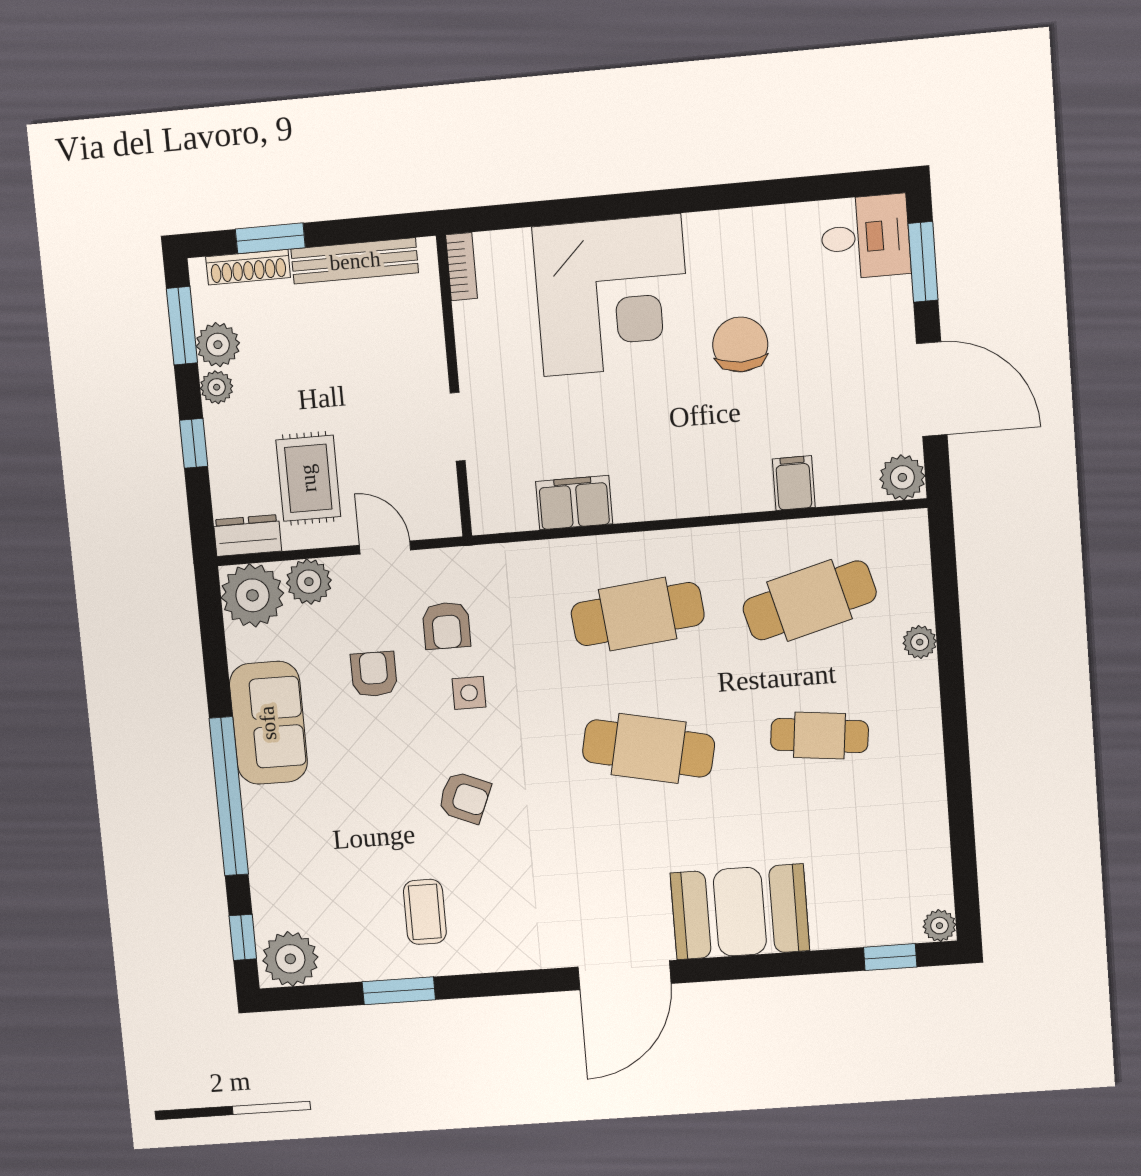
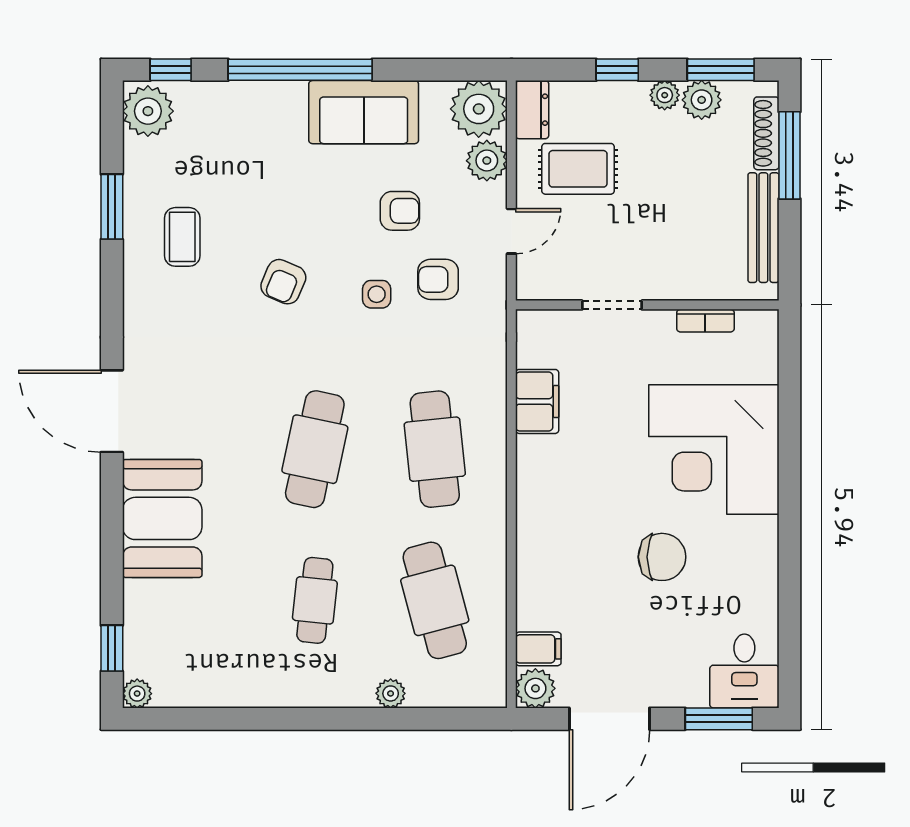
window: (270, 238) -> (790, 155), width x1.44
bookcase: (462, 267) -> (705, 321), moved
filing cabinet: (794, 483) -> (538, 649), moved
coffee table: (425, 912) -> (182, 237), turned 90

